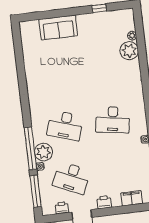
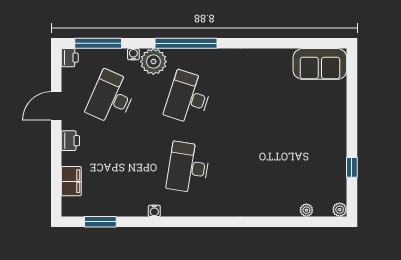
sofa: (58, 27) -> (320, 64), moved, turned -90
plant: (129, 51) -> (340, 210), moved, width x0.53, depth x0.53
window: (30, 148) -> (186, 43), moved
printer: (62, 208) -> (70, 58), moved

